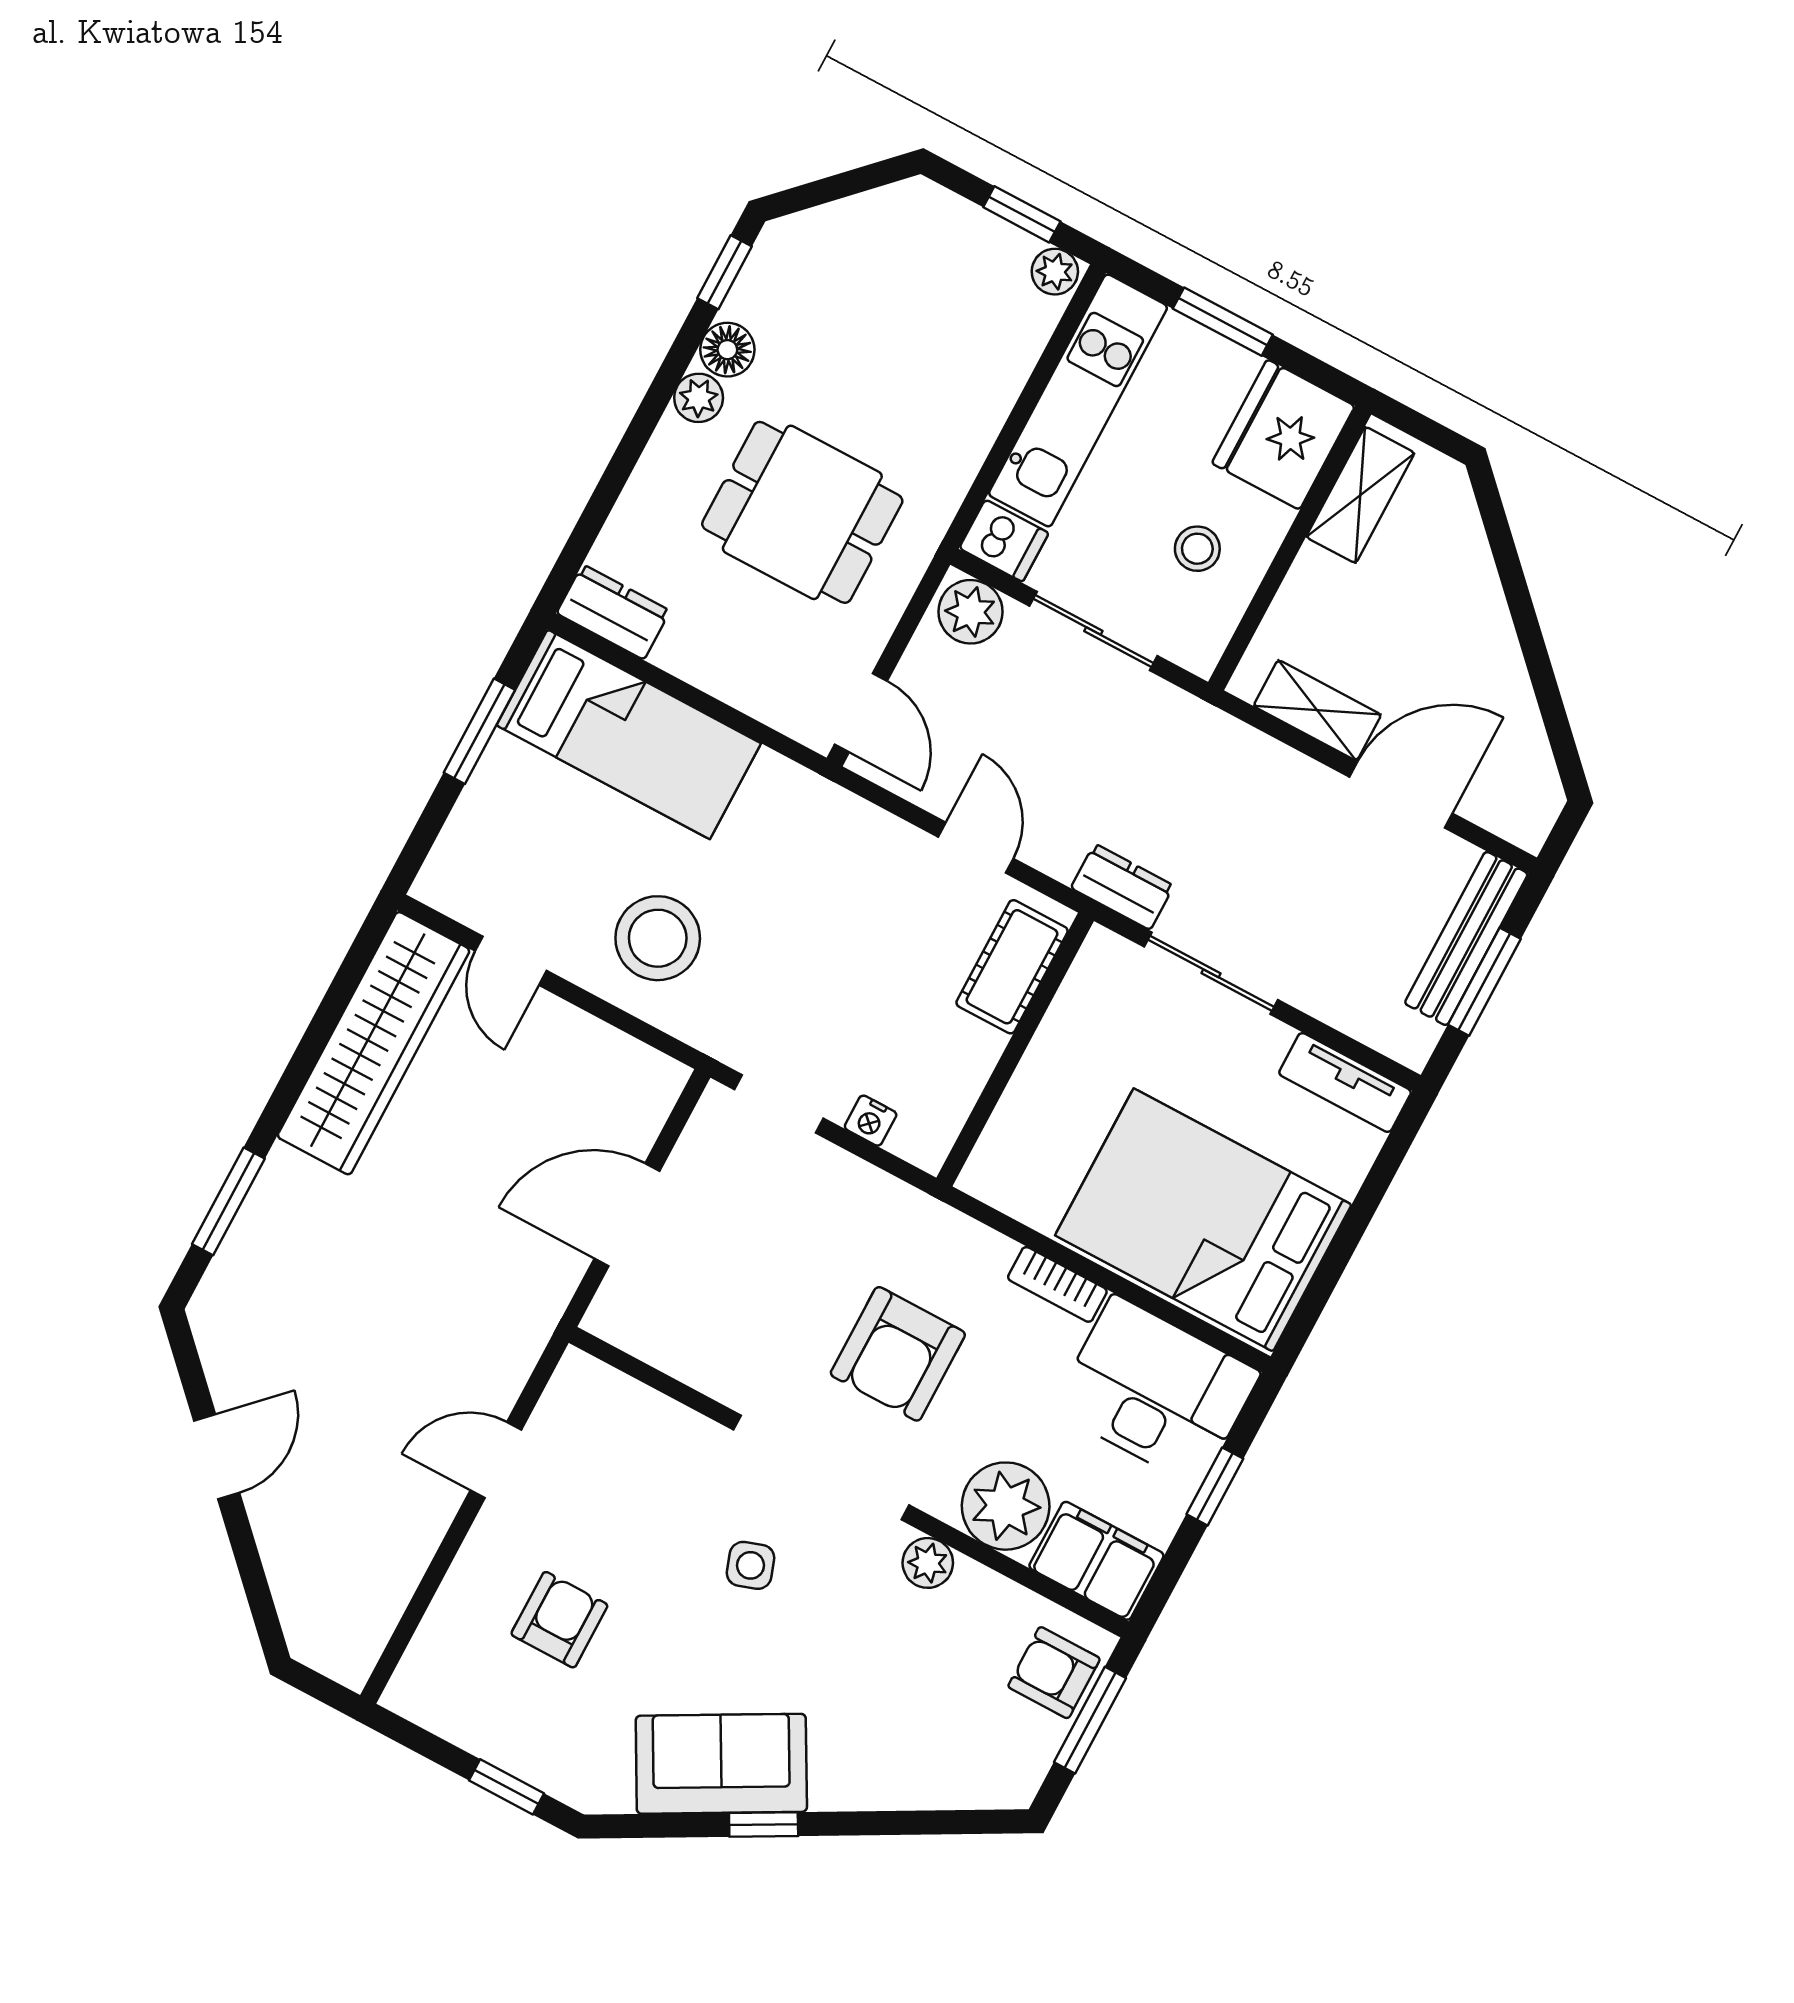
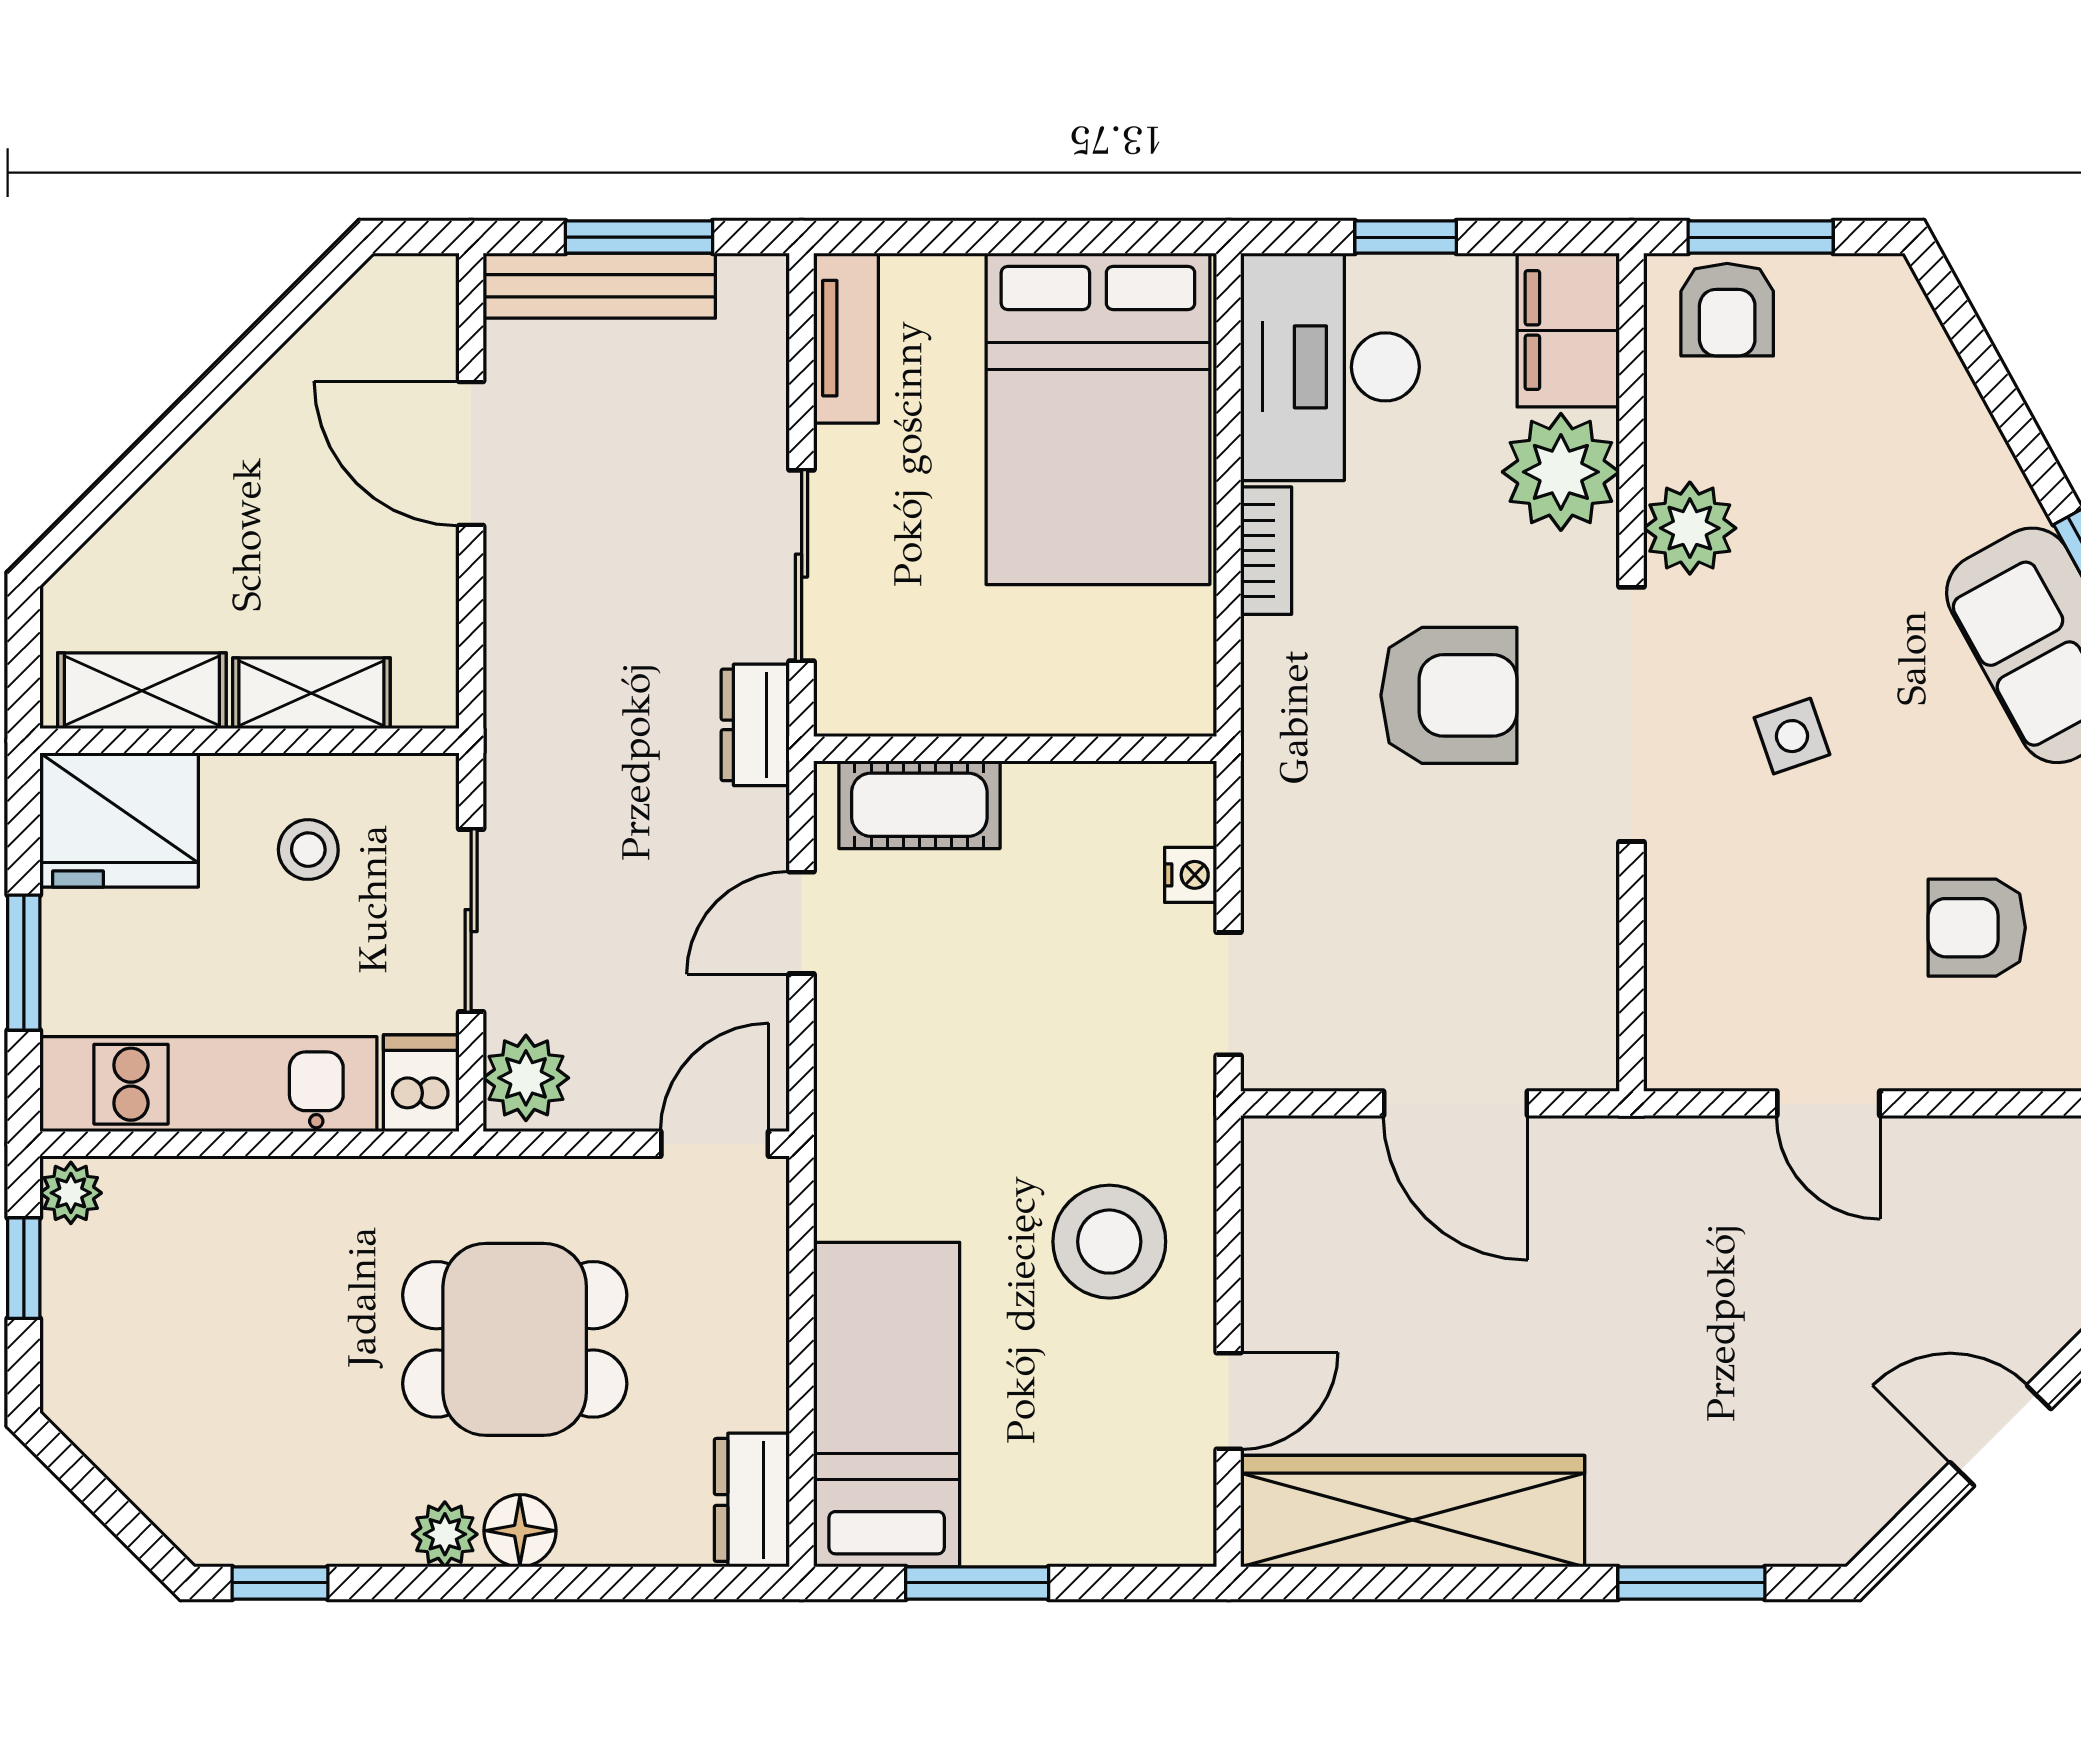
floor lamp: (727, 350) -> (520, 1531), moved
dining table: (802, 512) -> (515, 1339), turned 90
shelving: (1317, 710) -> (311, 693), moved, turned 90
plant: (928, 1563) -> (1690, 528), width x1.38, depth x1.38

